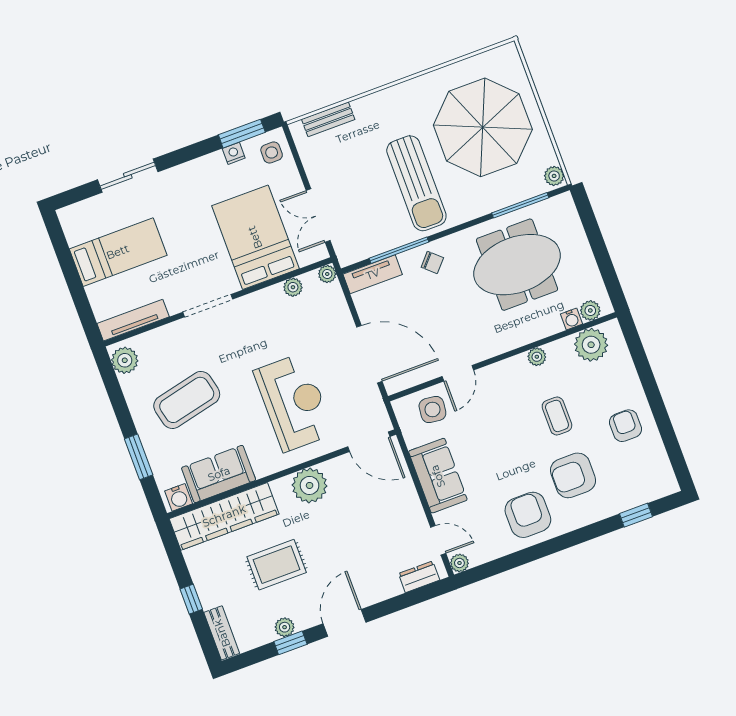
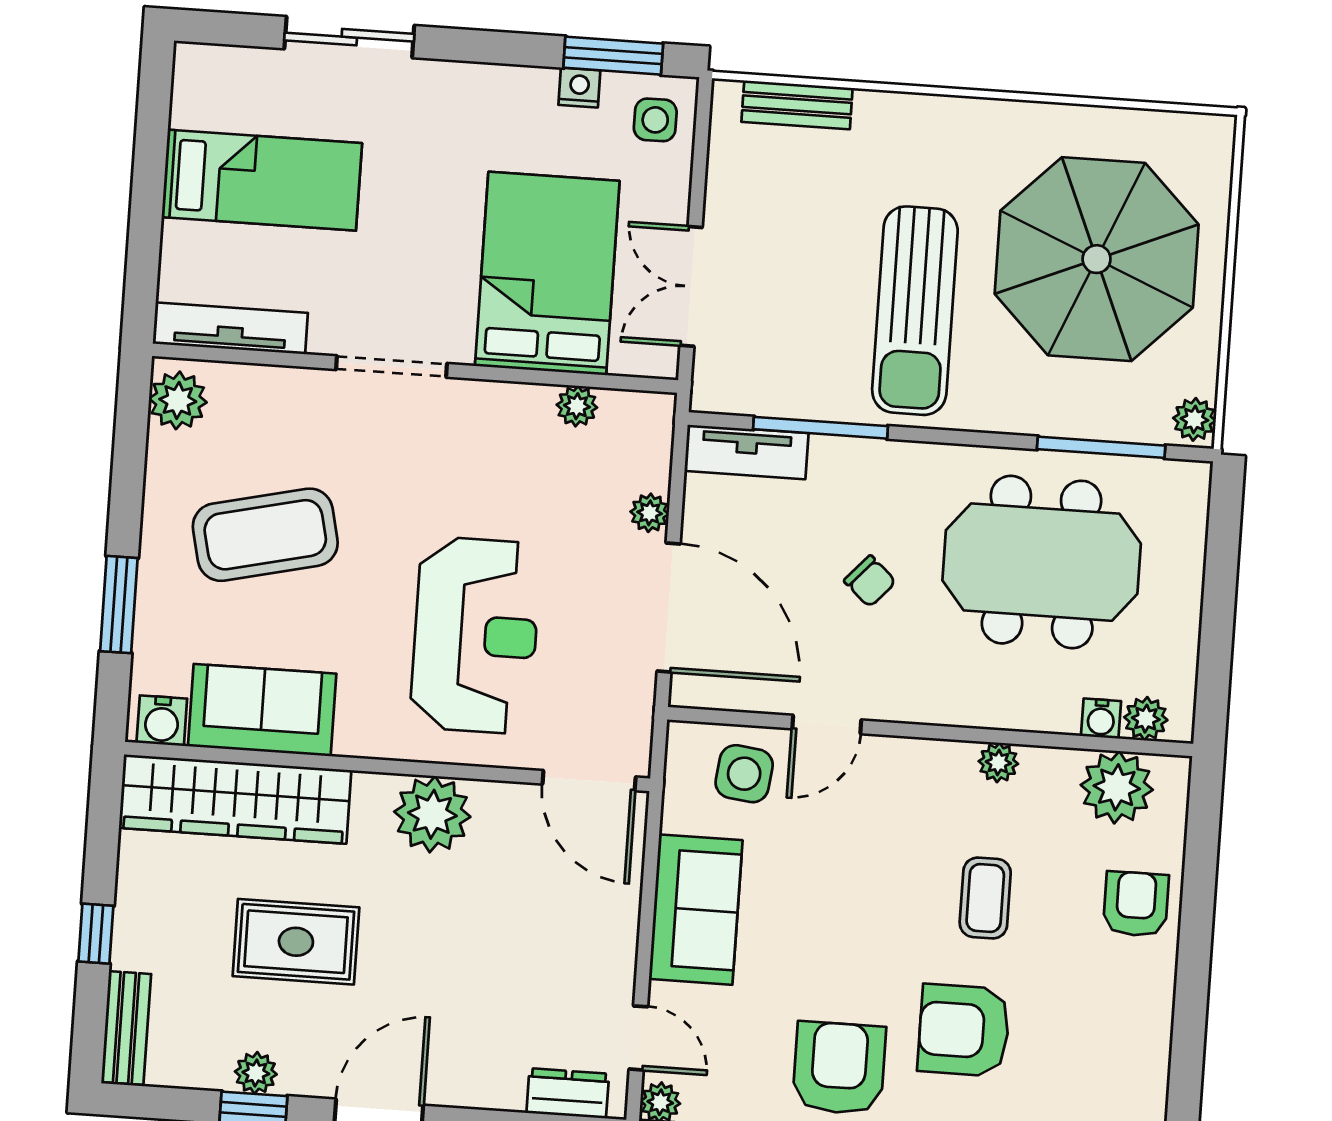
chair: (432, 263) -> (870, 581), moved
plant: (327, 274) -> (650, 513), moved
armchair: (625, 426) -> (1136, 904), moved

